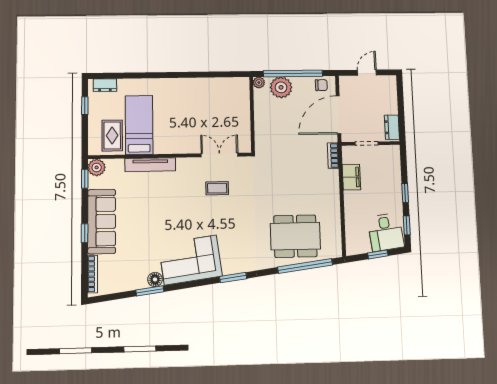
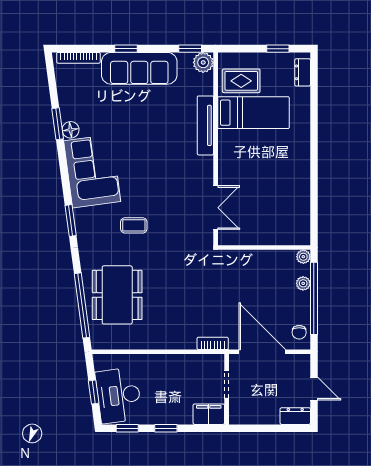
plant: (281, 87) -> (303, 283), width x0.53, depth x0.53
dresser: (392, 127) -> (295, 416), moved
filing cabinet: (351, 177) -> (209, 414), moved, turned 180
coffee table: (217, 188) -> (134, 225), moved, turned 90
desk: (386, 232) -> (119, 395), width x1.37

